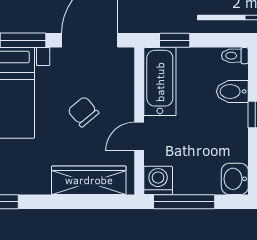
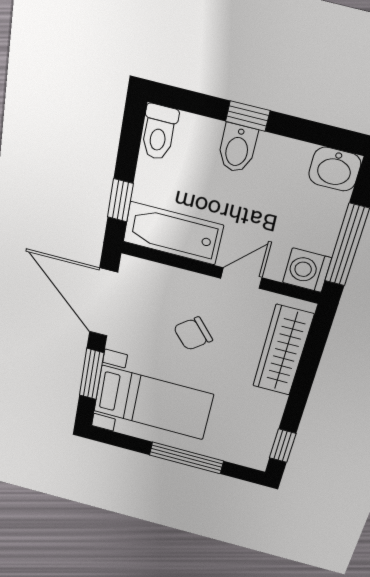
toilet: (235, 56) -> (159, 132), width x1.37, depth x1.39
bidet: (232, 91) -> (237, 148), moved
door: (139, 137) -> (241, 278), swing flipped

